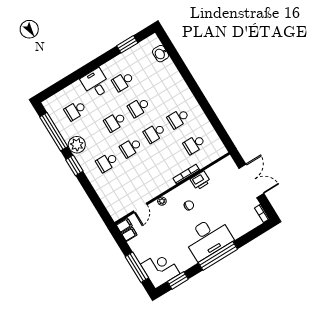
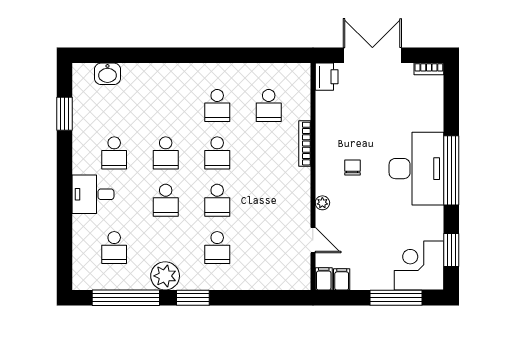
printer: (200, 181) -> (327, 77), moved

